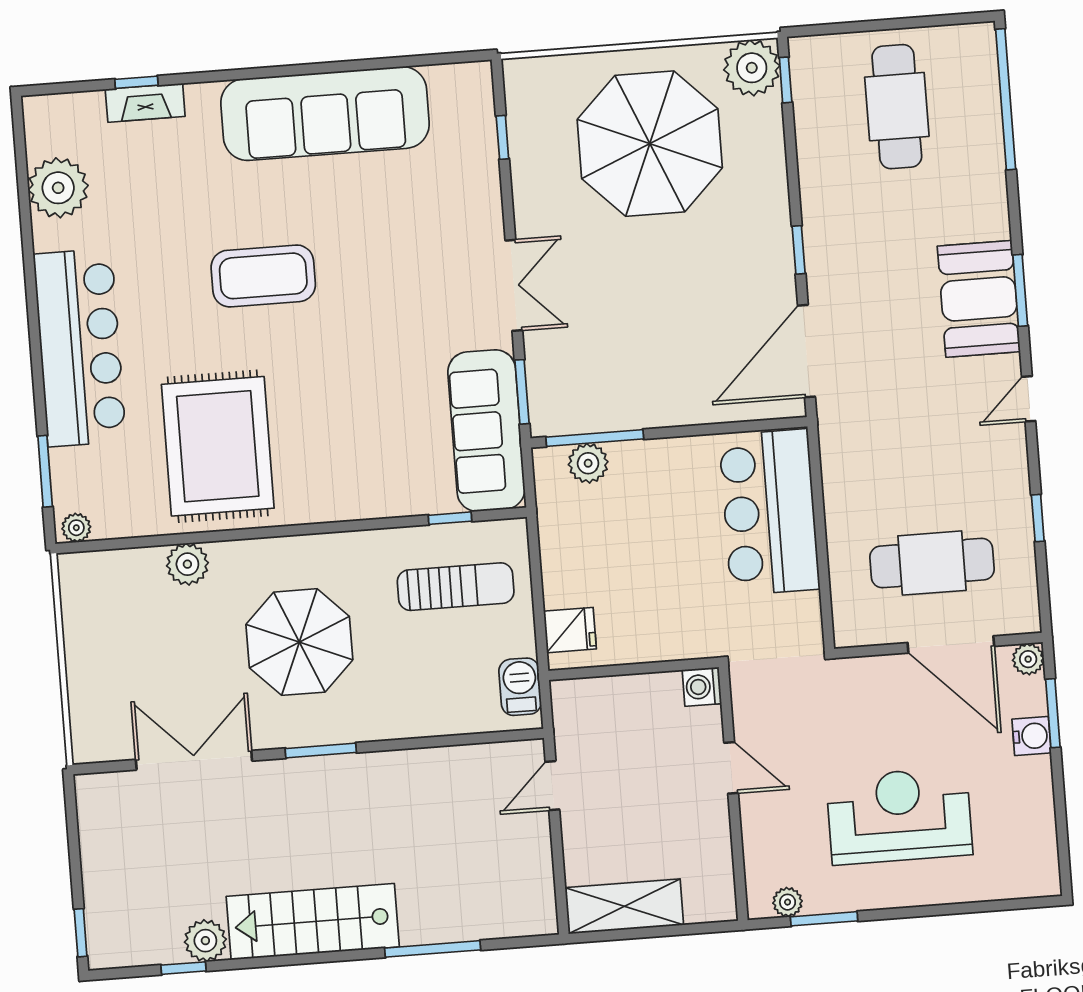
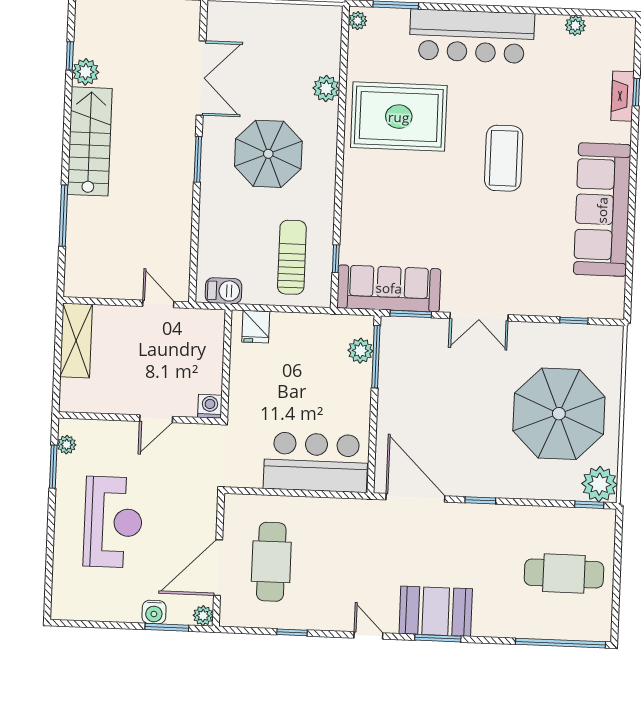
plant: (58, 188) -> (575, 25), width x0.53, depth x0.53
sun lounger: (456, 587) -> (292, 257), turned 180

